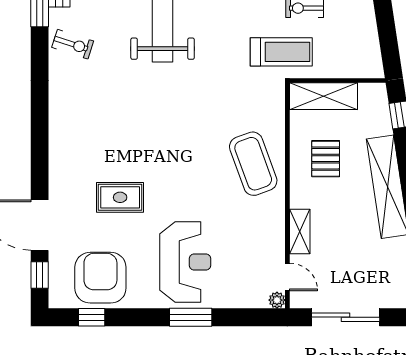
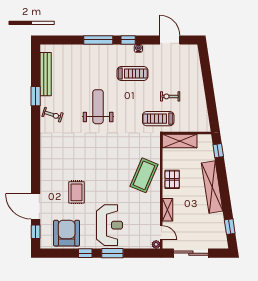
treadmill: (281, 52) -> (158, 119), turned 180
pallet: (326, 159) -> (172, 179), moved
coffee table: (253, 164) -> (144, 175), turned 43
rug: (120, 197) -> (76, 192), turned 90
window: (92, 317) -> (85, 253), moved

